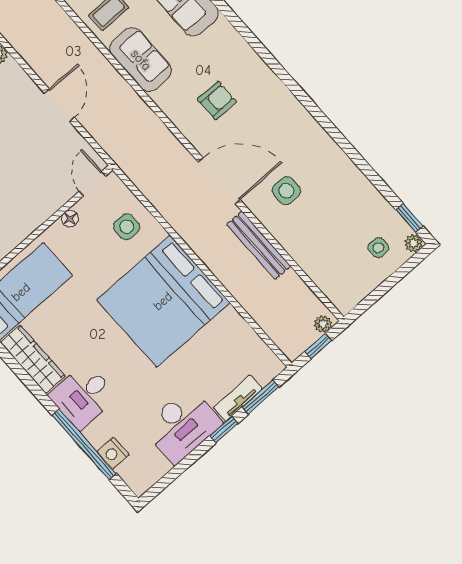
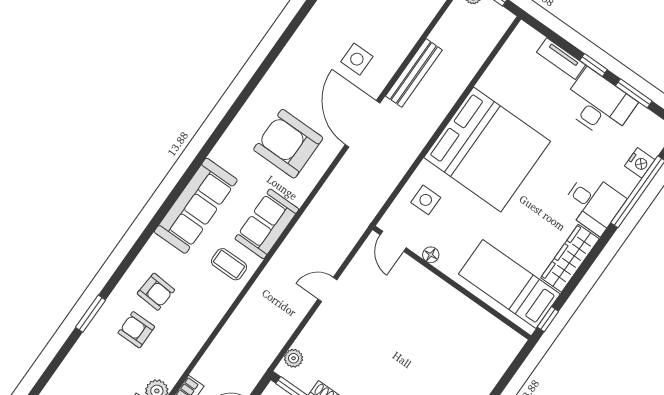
armchair: (217, 100) -> (288, 144), width x1.88, depth x1.88
door: (59, 105) -> (327, 289), width x0.73
door: (93, 184) -> (393, 241), hinge flipped
window: (261, 397) -> (634, 93), moved

